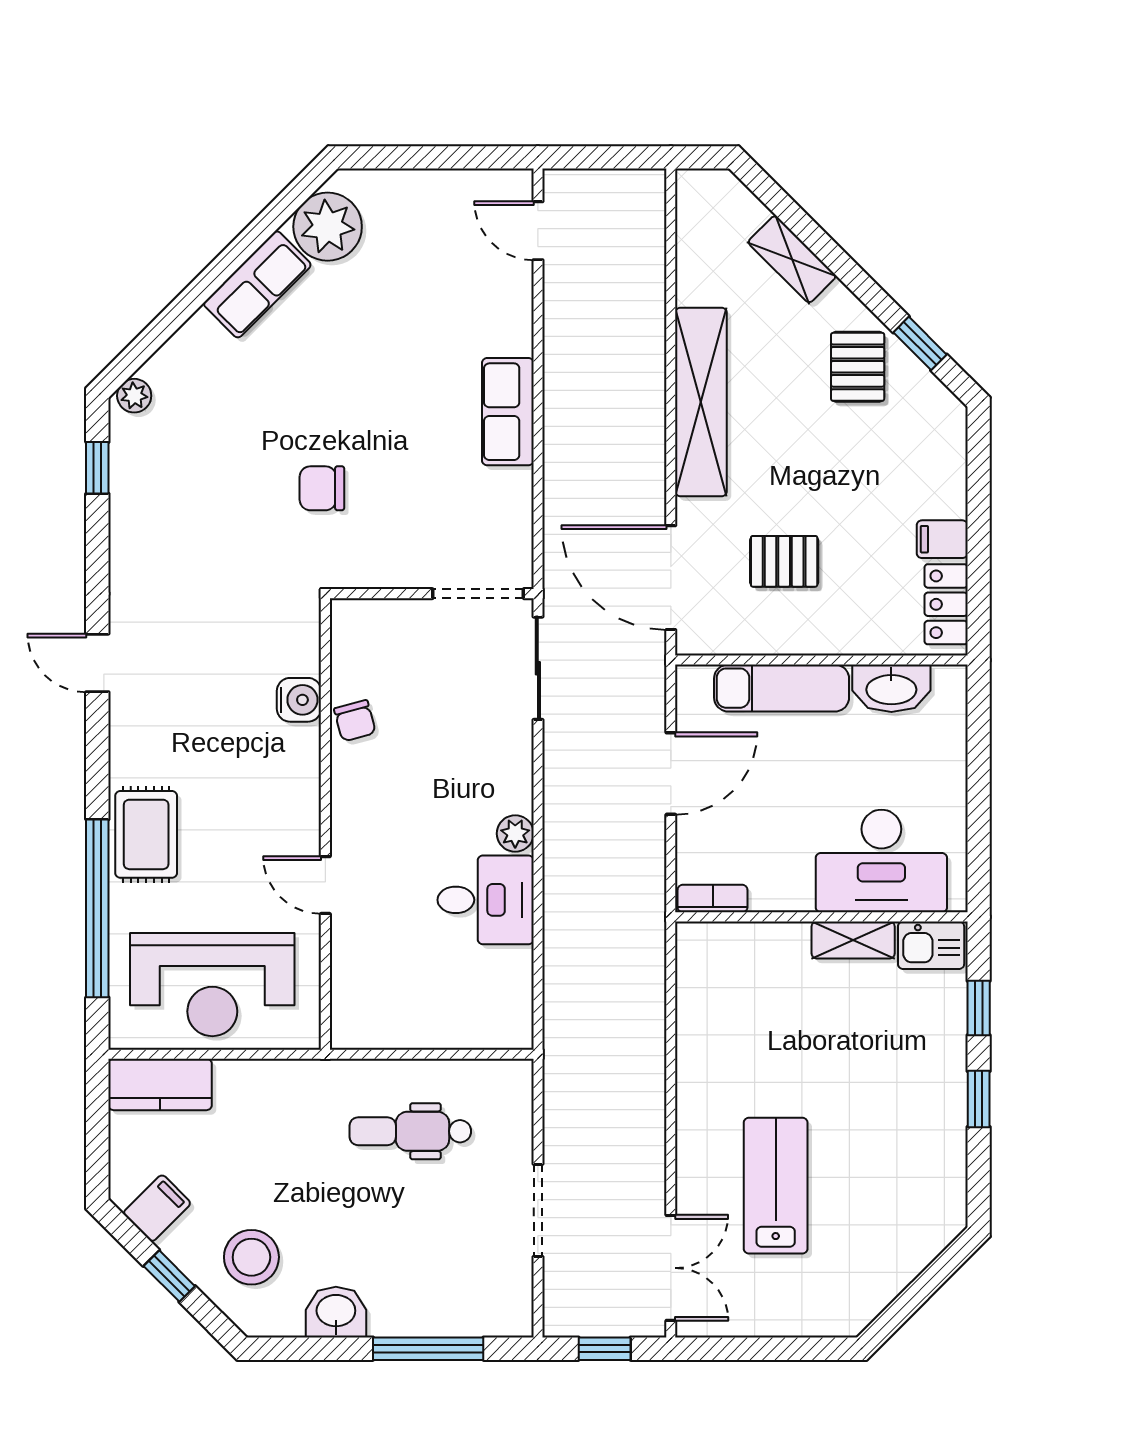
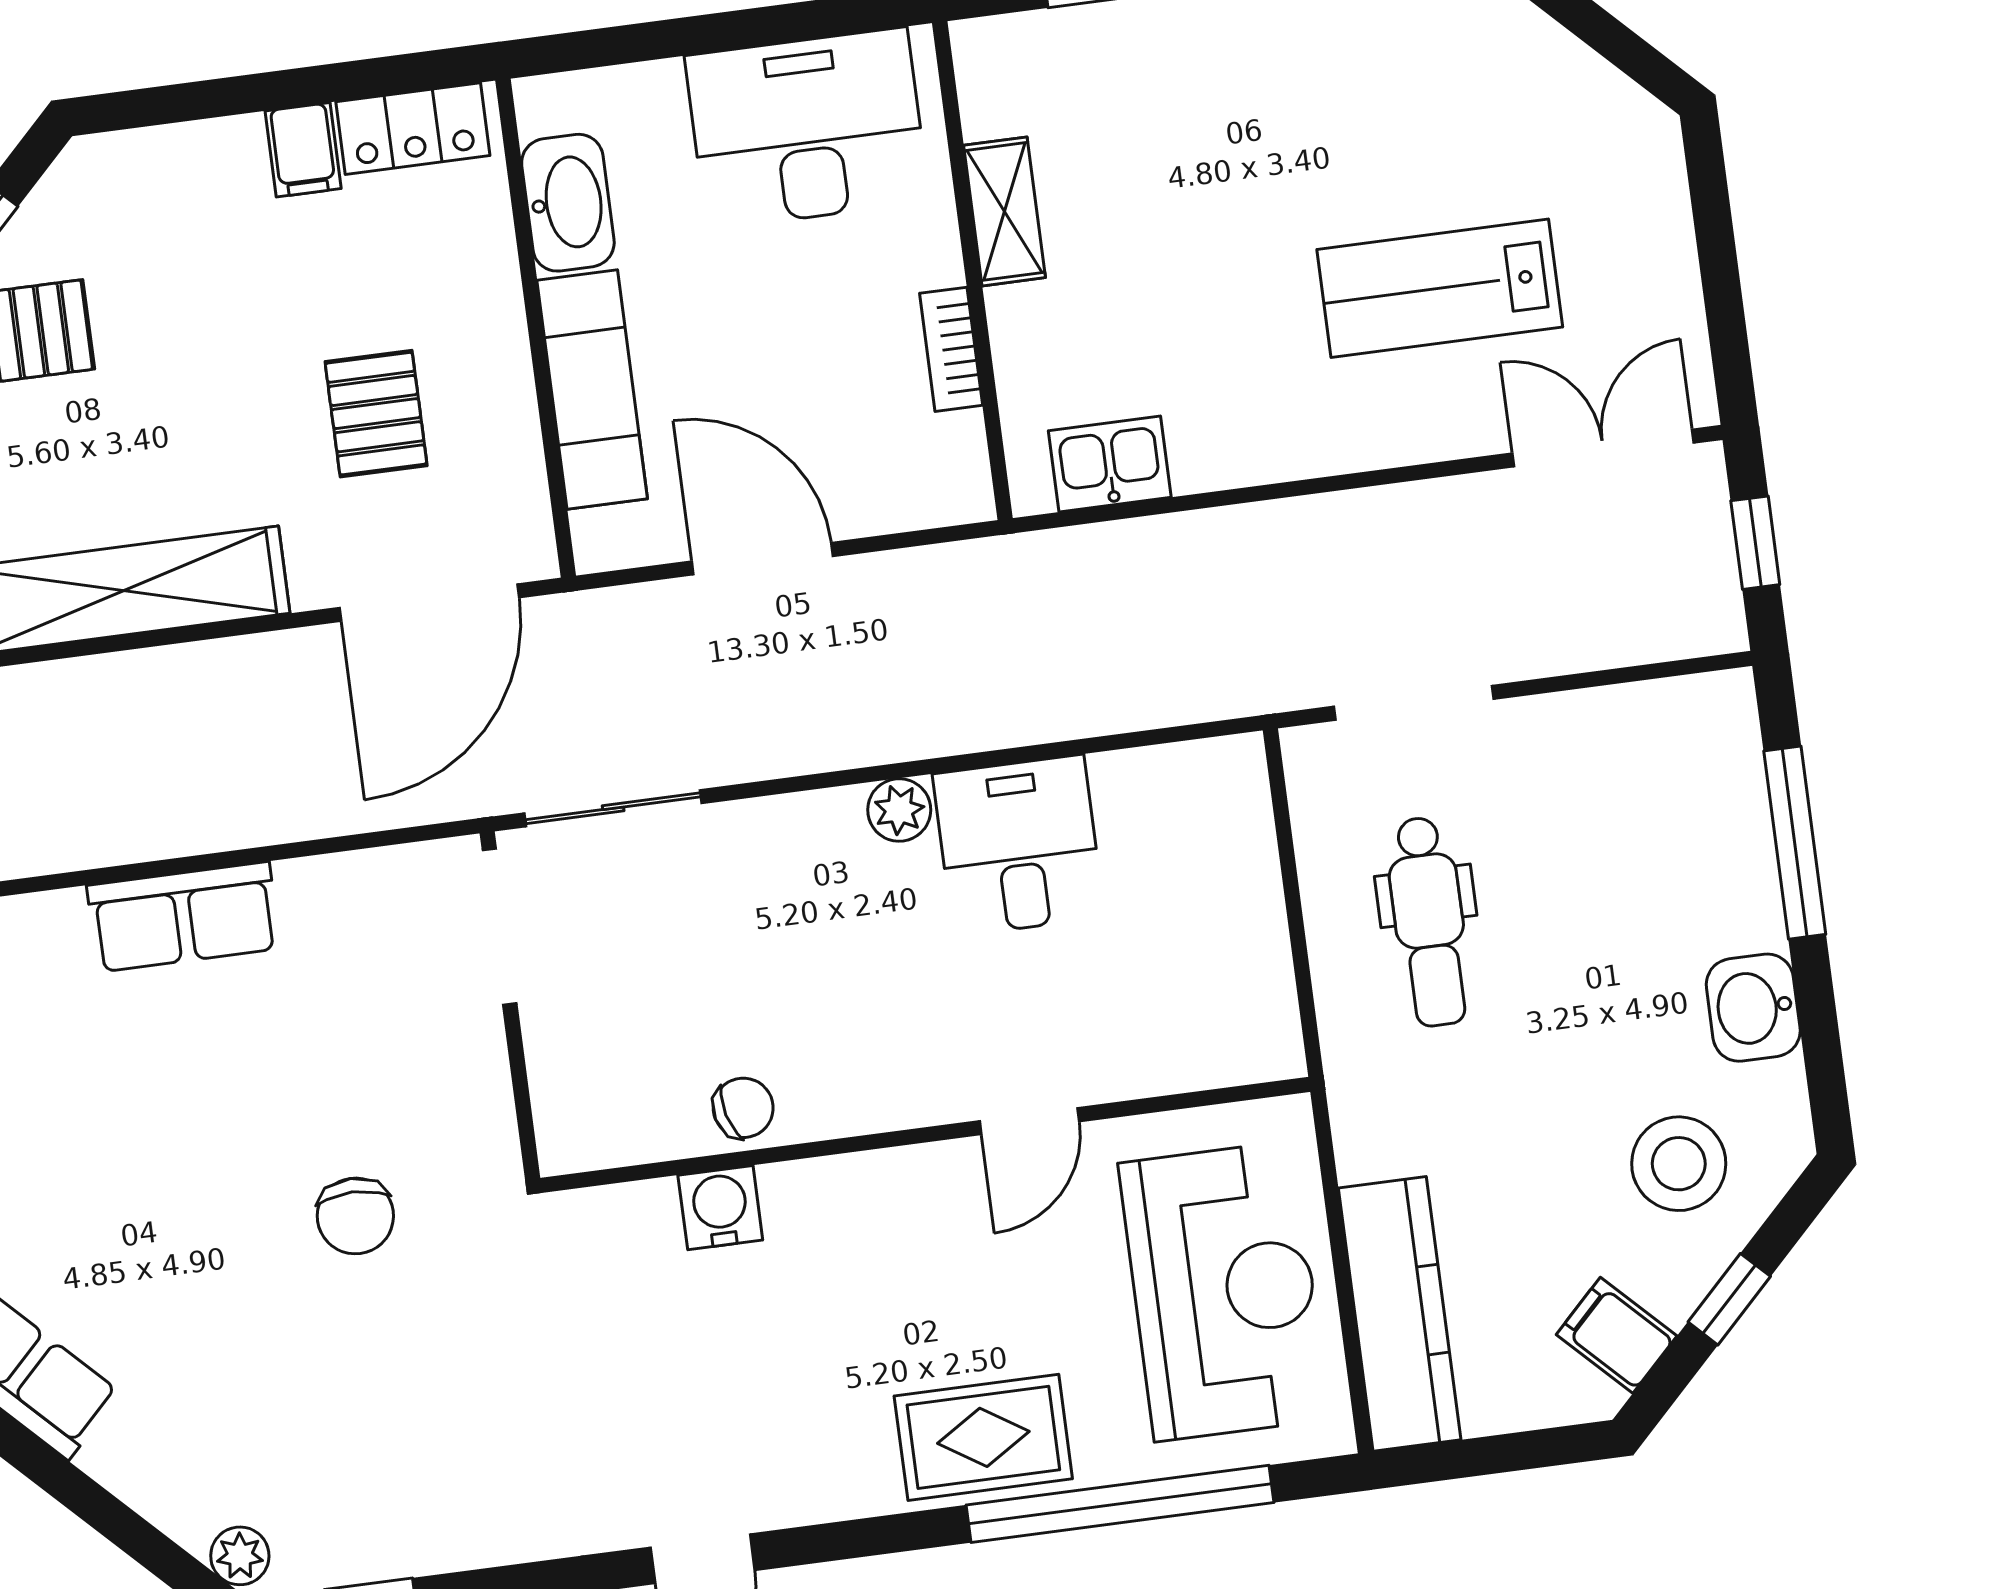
desk: (881, 861) -> (807, 129), moved, turned -90
bookcase: (713, 899) -> (951, 349), moved
kitchen sink: (931, 945) -> (1110, 464), moved, turned -90
kitchen counter: (160, 1084) -> (1400, 1314), width x1.50
doorway: (538, 1210) -> (1414, 703), moved

